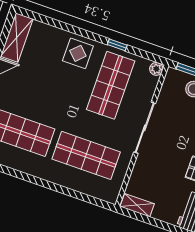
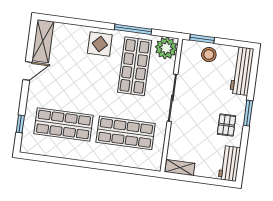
window: (117, 45) -> (133, 29), width x2.17
plant: (156, 69) -> (166, 48), width x1.88, depth x1.88

